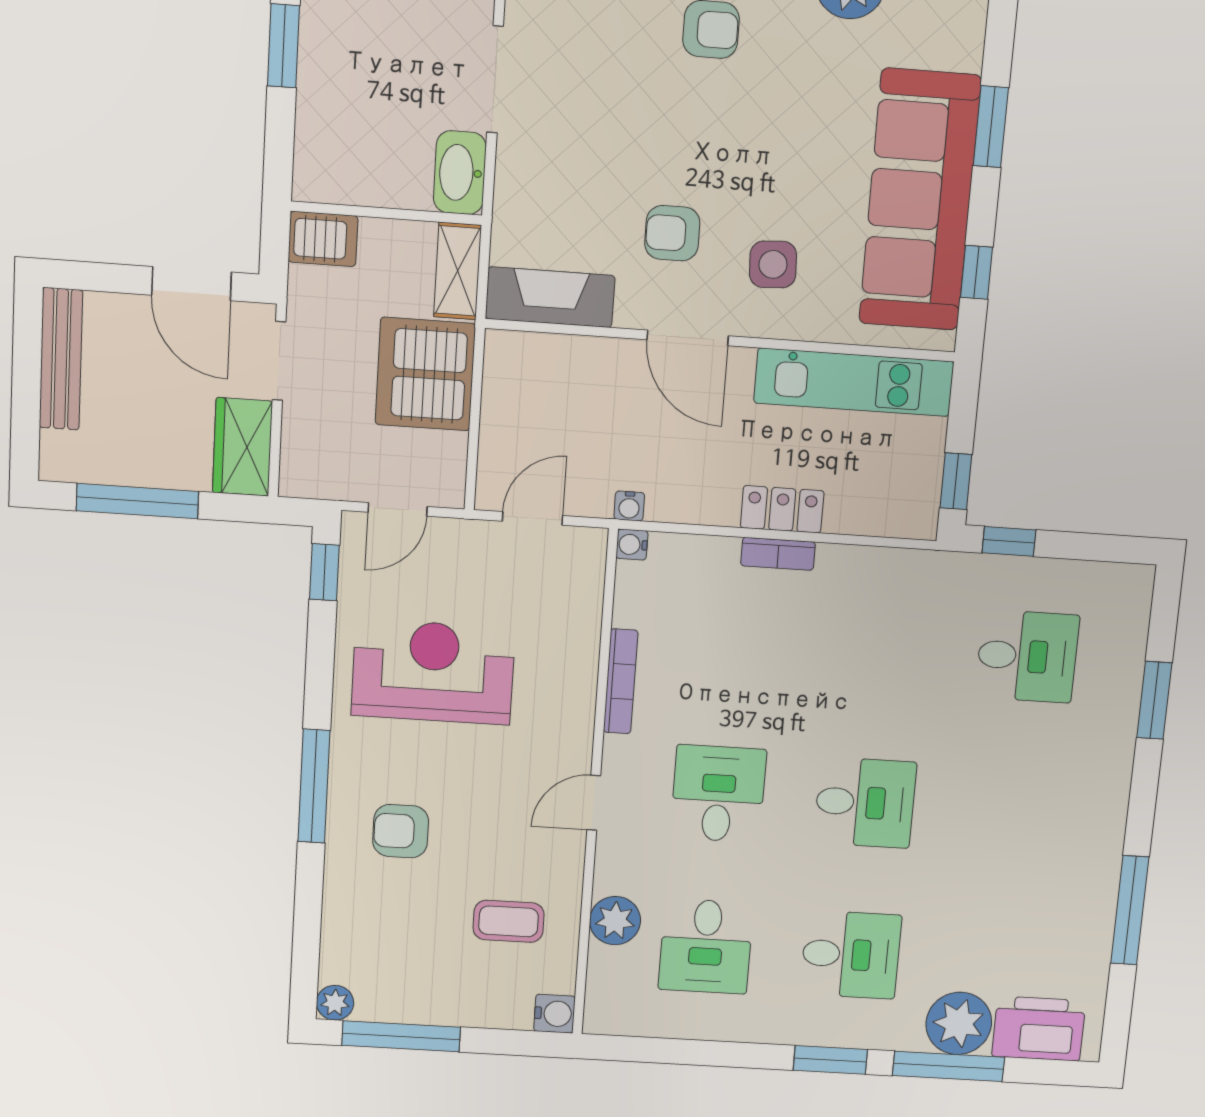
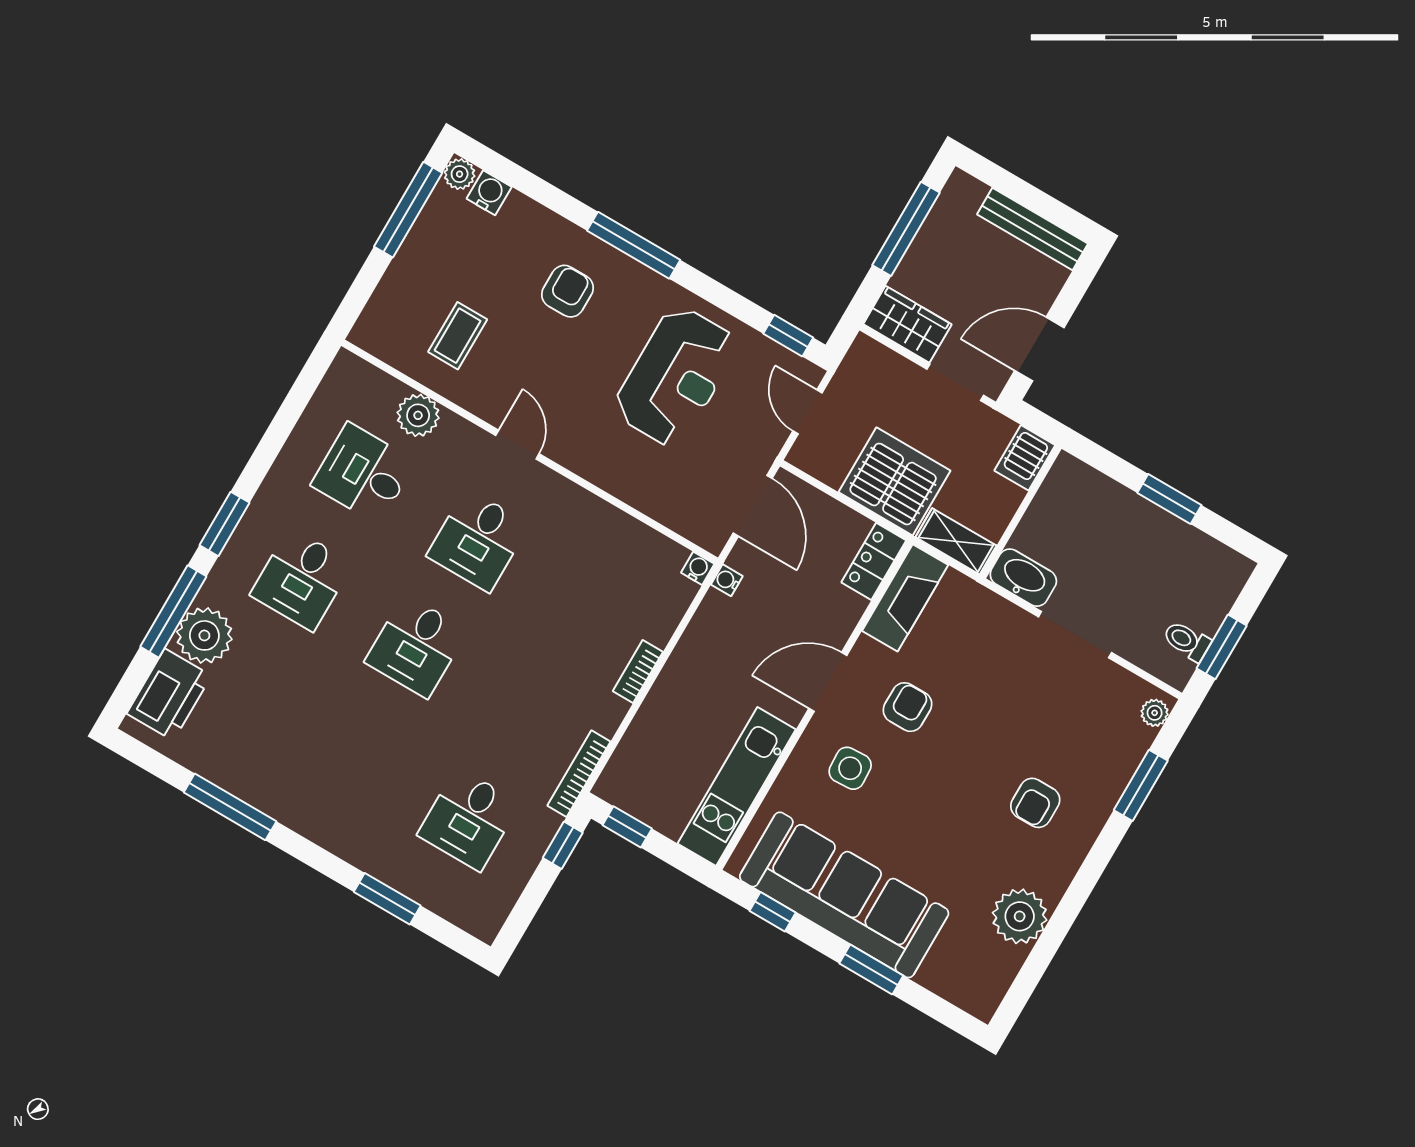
locker: (782, 509) -> (874, 561), moved, turned 180
door: (533, 518) -> (753, 506), width x1.38
bookcase: (621, 681) -> (579, 774), moved, turned 90
desk: (718, 794) -> (478, 540), turned 90
water cooler: (554, 1014) -> (489, 193), moved, turned 180

